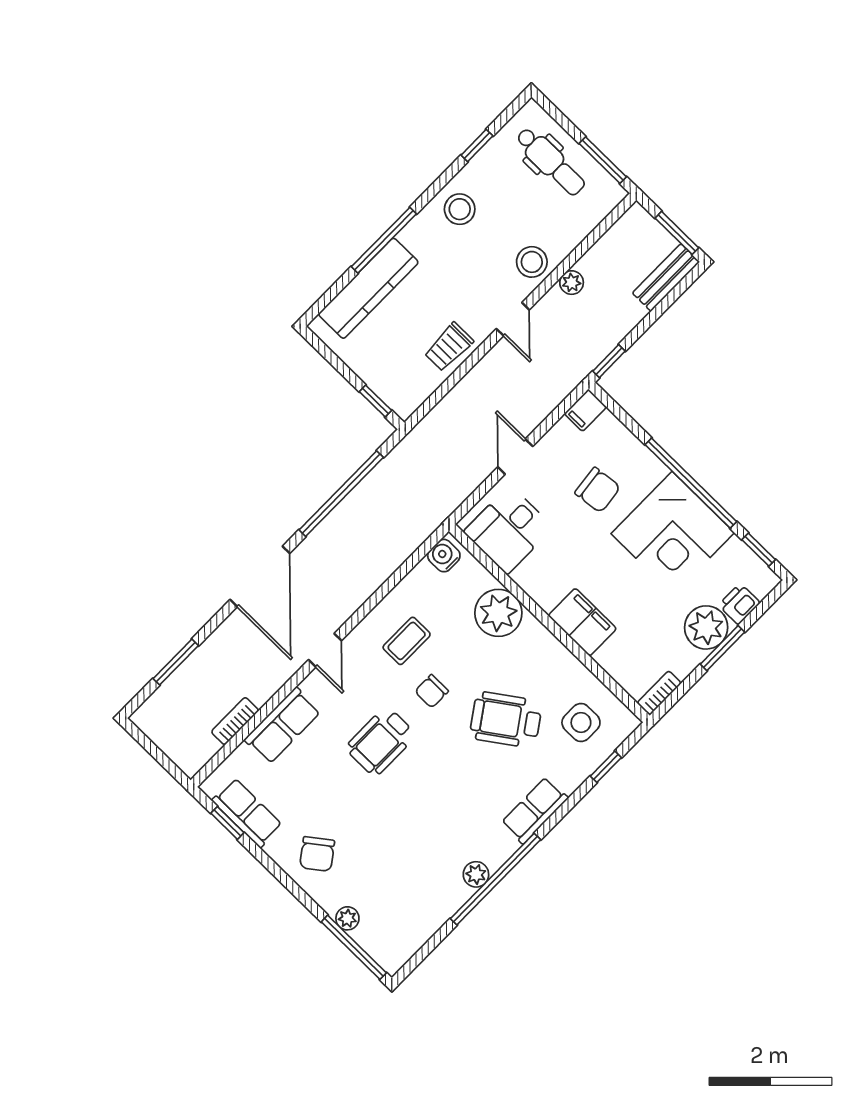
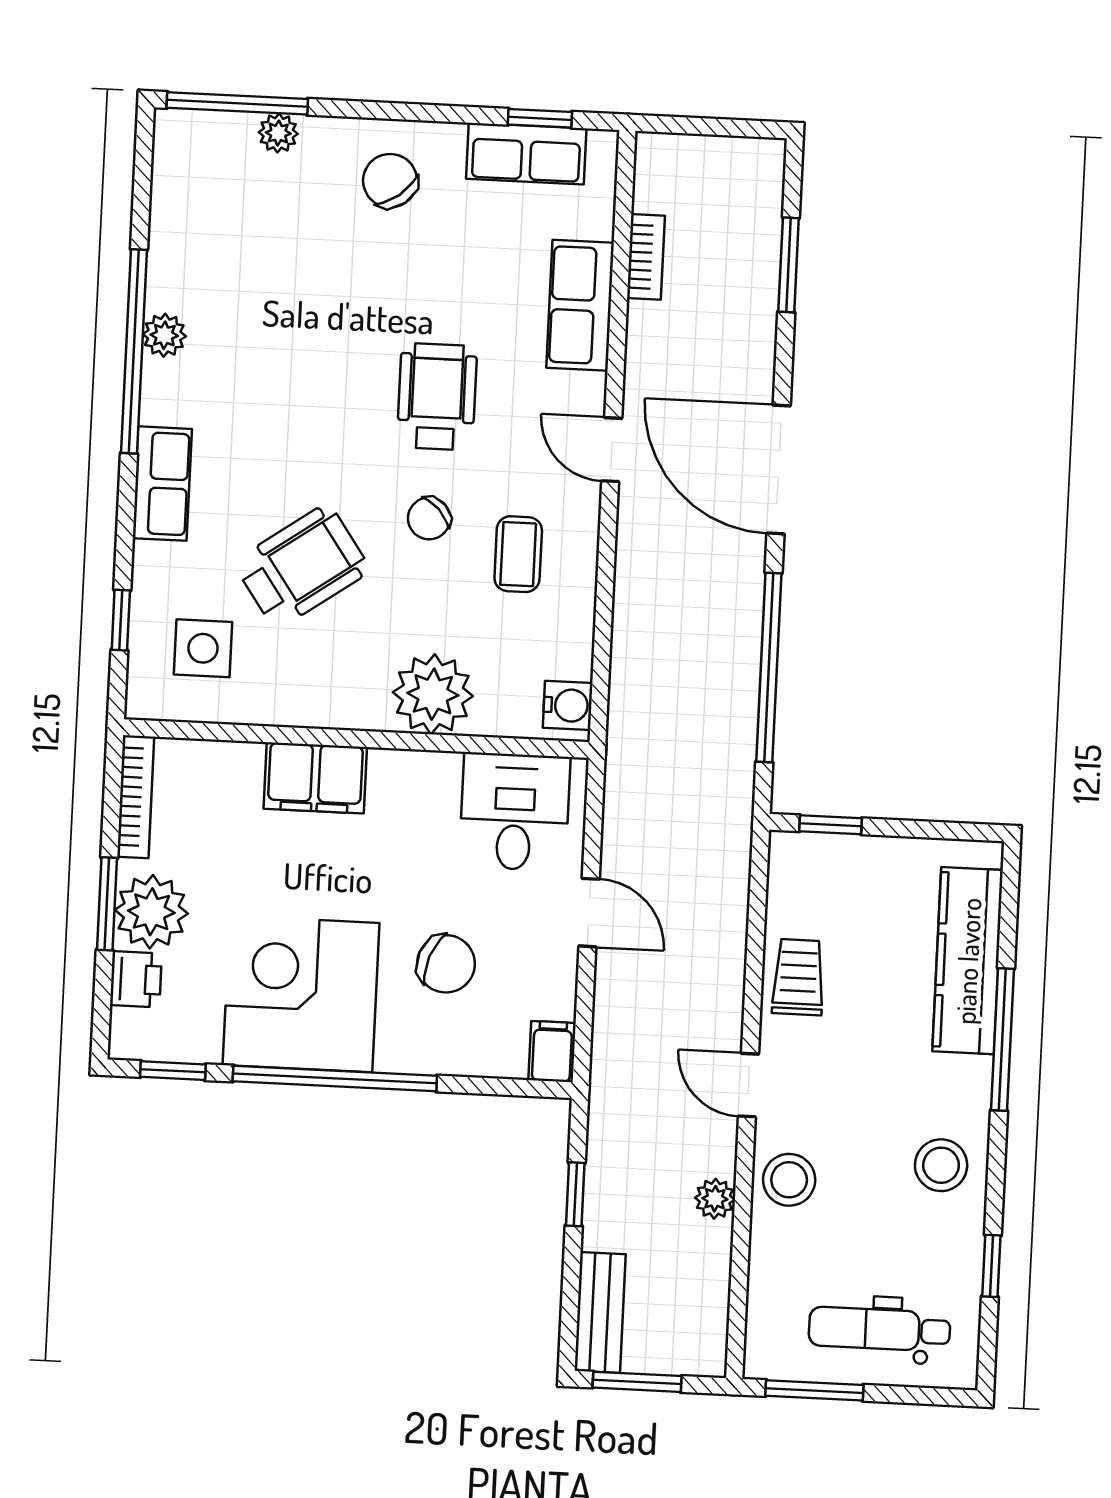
window: (609, 361) -> (575, 1194), moved
chair: (598, 490) -> (446, 964), turned -152
chair: (432, 691) -> (429, 518), turned -133
bookcase: (659, 693) -> (136, 797), width x1.56

